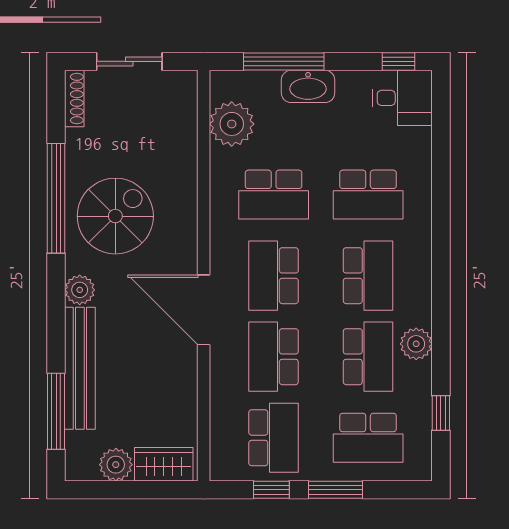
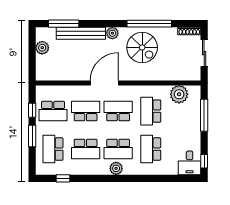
washbasin: (308, 86) -> (194, 125), removed
plant: (416, 344) -> (116, 168), moved
wardrobe: (164, 464) -> (42, 67), removed

